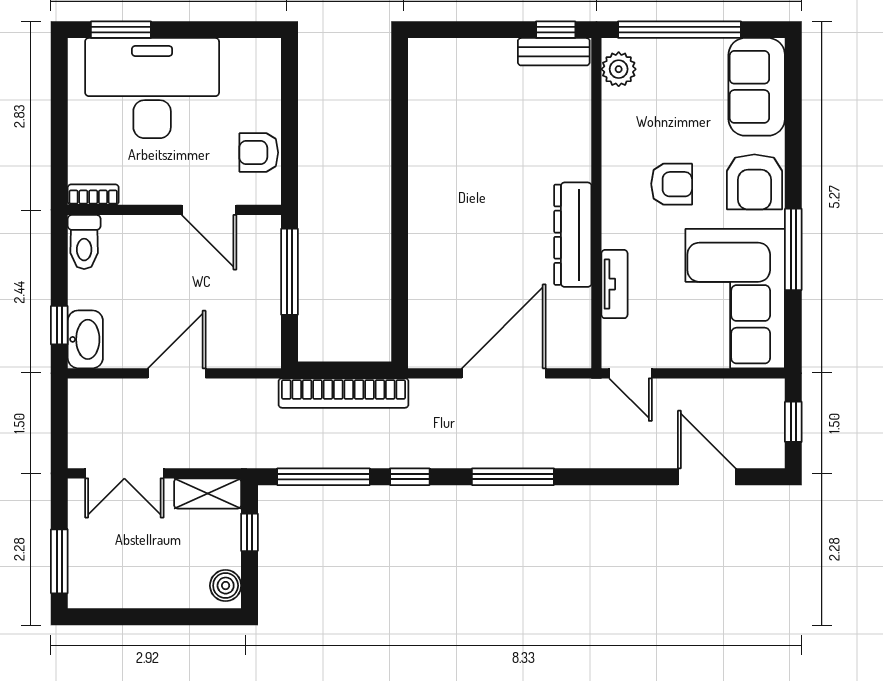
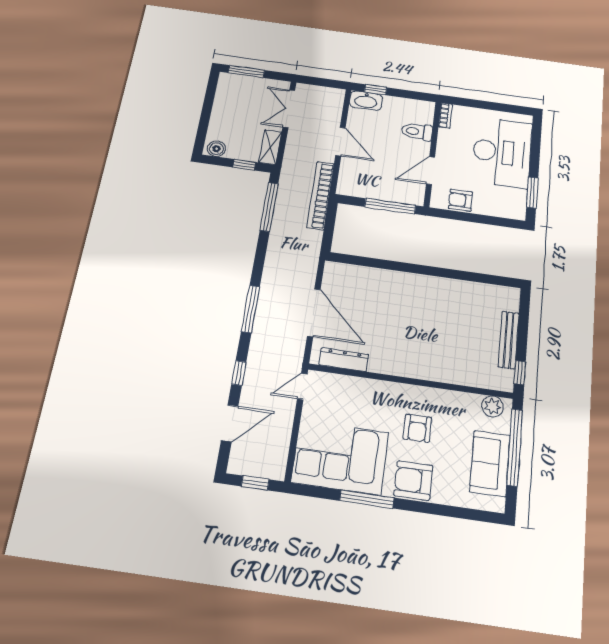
window: (121, 30) -> (532, 192), moved
bench: (554, 52) -> (509, 340), moved, width x1.36
sofa: (757, 87) -> (490, 463), moved, turned -90
armchair: (259, 153) -> (461, 200), turned -90
dresser: (573, 235) -> (344, 360), moved, width x0.73, depth x0.80
toilet: (84, 242) -> (417, 132), moved
tv unit: (614, 284) -> (359, 385), removed
bookcase: (343, 393) -> (321, 195), moved
window: (410, 477) -> (239, 373), moved

